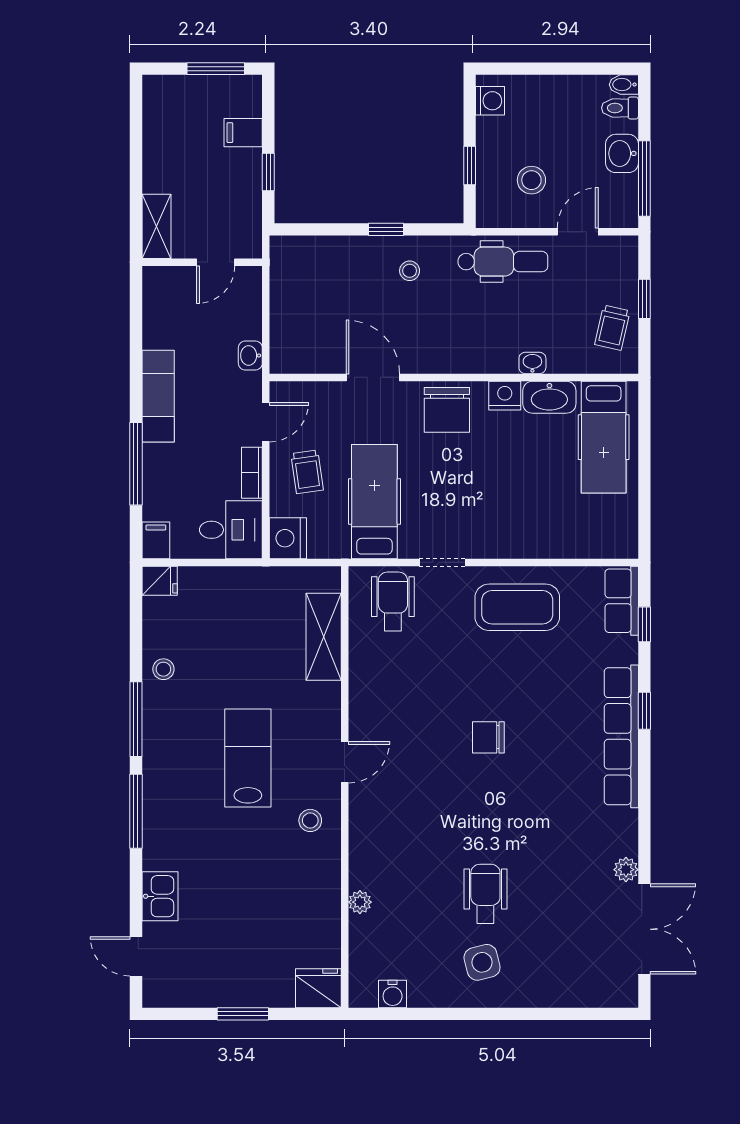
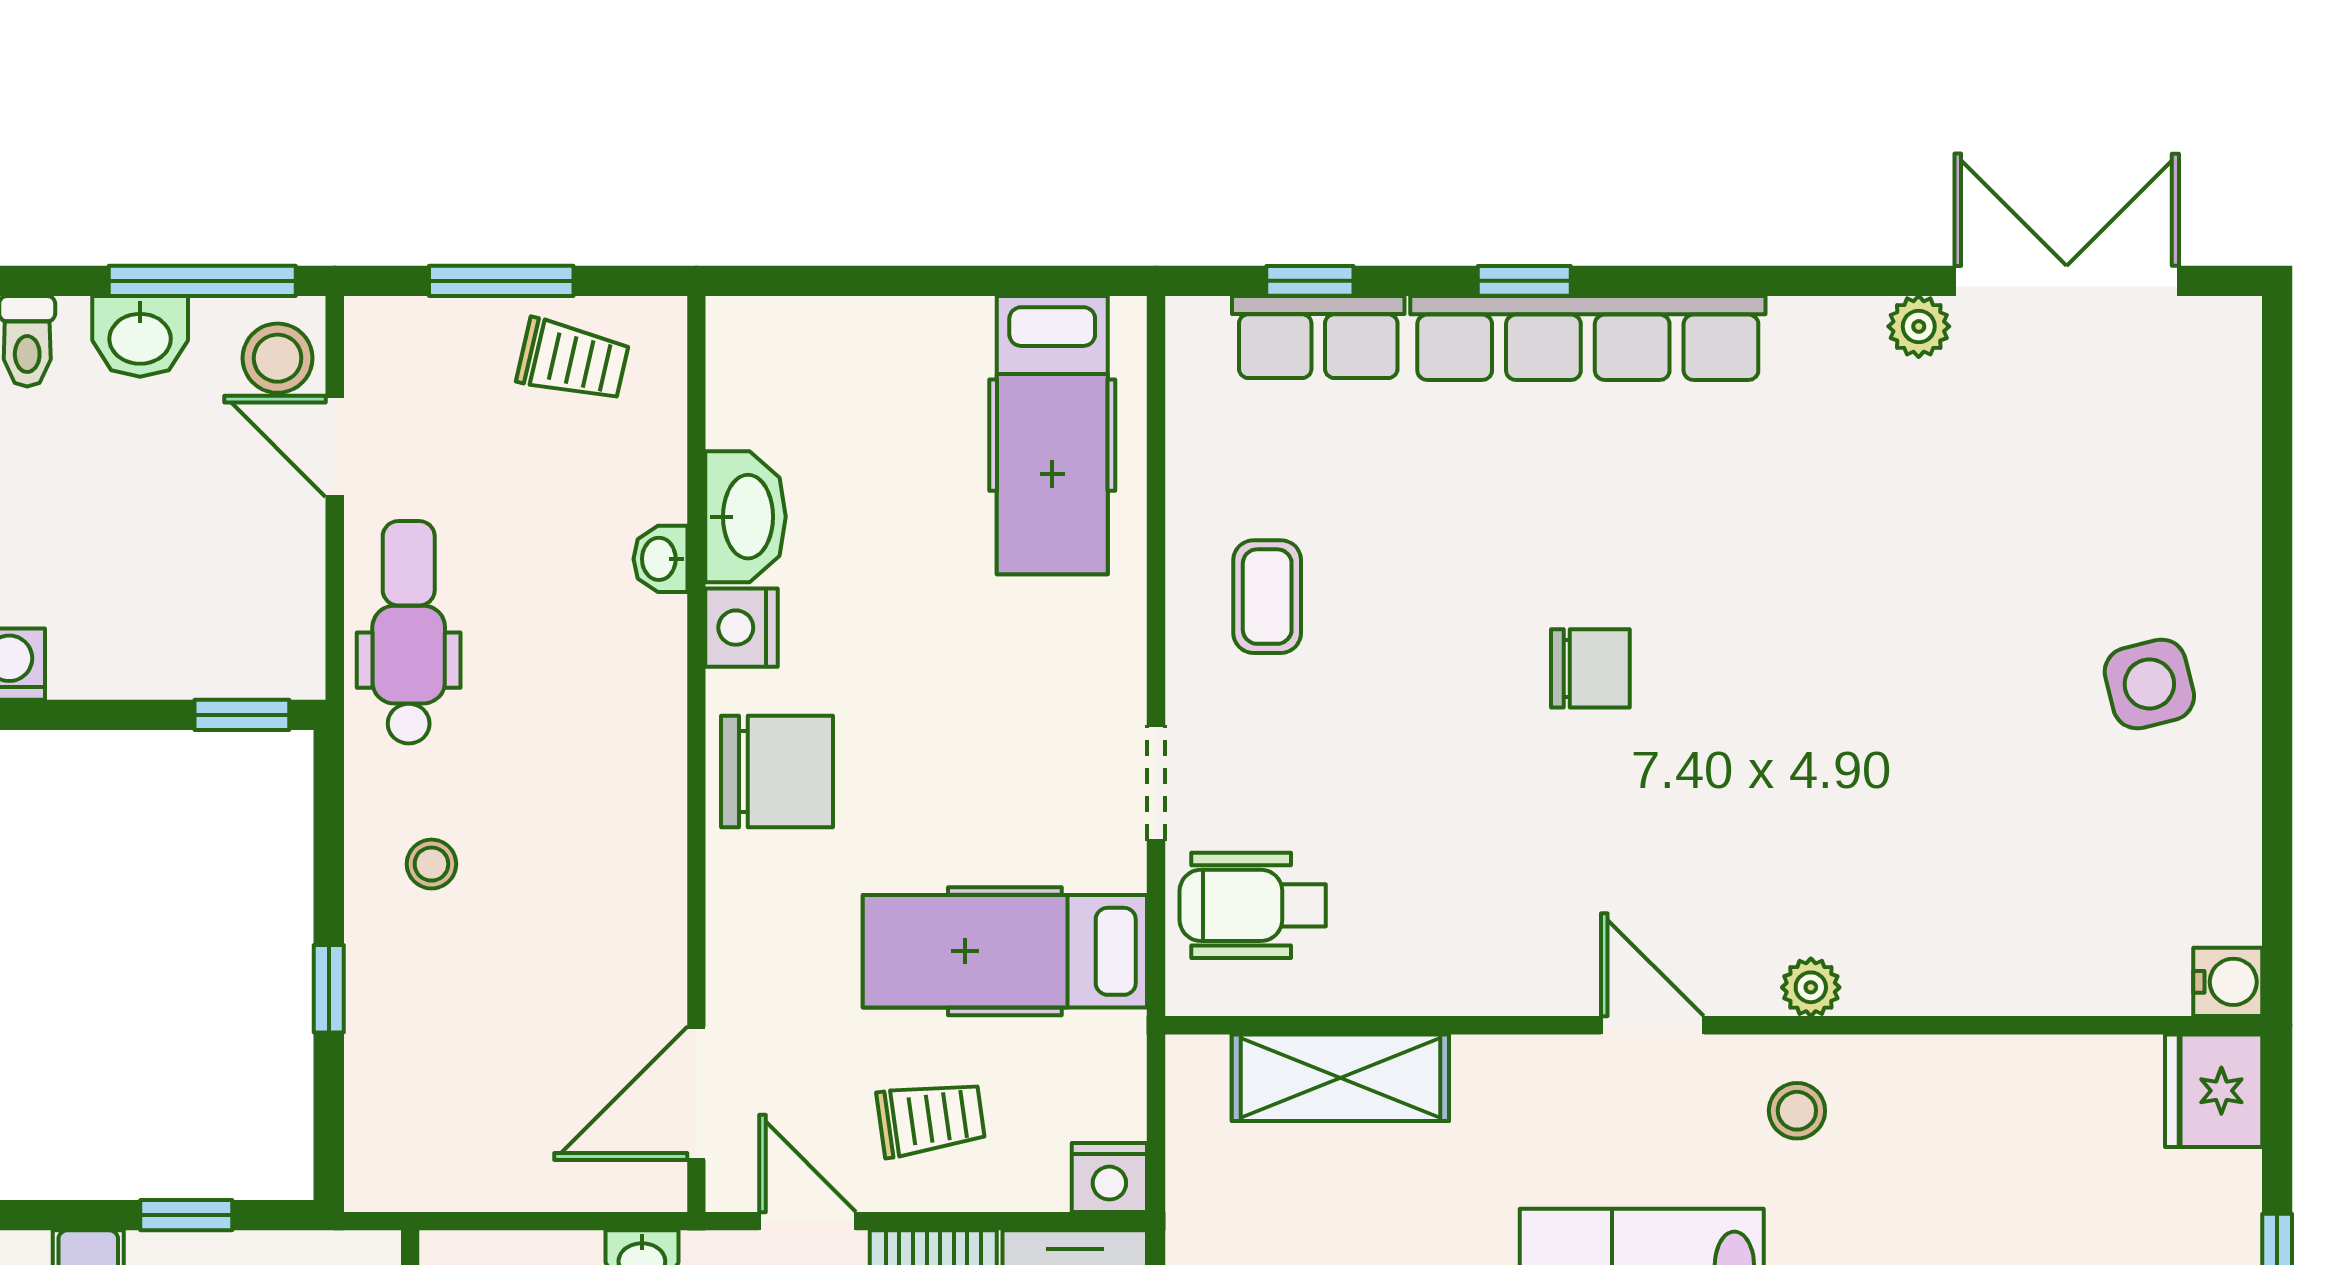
window: (470, 166) -> (242, 715), moved
stool: (531, 180) -> (278, 358), moved
window: (386, 229) -> (329, 989), moved
window: (644, 299) -> (501, 281), width x1.50
door: (373, 377) -> (696, 1093), moved
hospital bed: (604, 437) -> (1052, 435), moved, turned 90
nightstand: (288, 538) -> (1109, 1178), width x0.74, depth x0.75
row of seats: (622, 601) -> (1318, 337), moved
coffee table: (517, 607) -> (1267, 597), width x0.54, depth x0.58
chair: (488, 737) -> (1590, 668), turned -90
wheelchair: (485, 894) -> (1979, 676), removed
plant: (360, 902) -> (1811, 987), moved
water cooler: (393, 994) -> (2228, 982), moved

